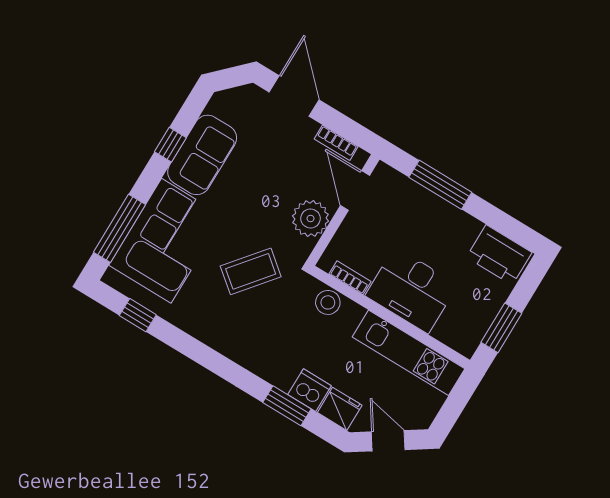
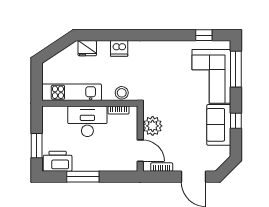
window: (440, 185) -> (83, 177), moved
coffee table: (251, 271) -> (165, 86), removed
window: (501, 328) -> (37, 146), moved
dishwasher: (310, 390) -> (119, 48), moved
window: (287, 406) -> (112, 35), removed
door: (388, 441) -> (57, 47), removed

